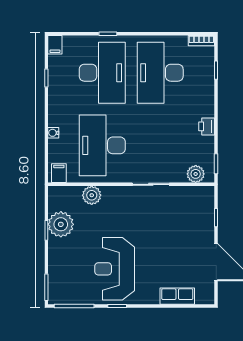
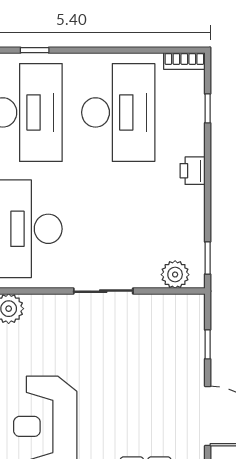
desk: (160, 73) -> (118, 112), turned 180
printer: (207, 126) -> (193, 171), moved

